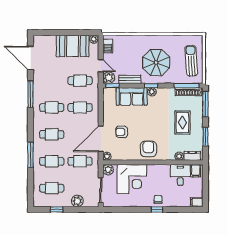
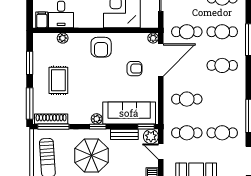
sofa: (132, 96) -> (129, 113), width x1.36
cafe table: (52, 108) -> (222, 133), moved
dresser: (192, 156) -> (46, 39), removed
plant: (108, 170) -> (152, 21), removed

